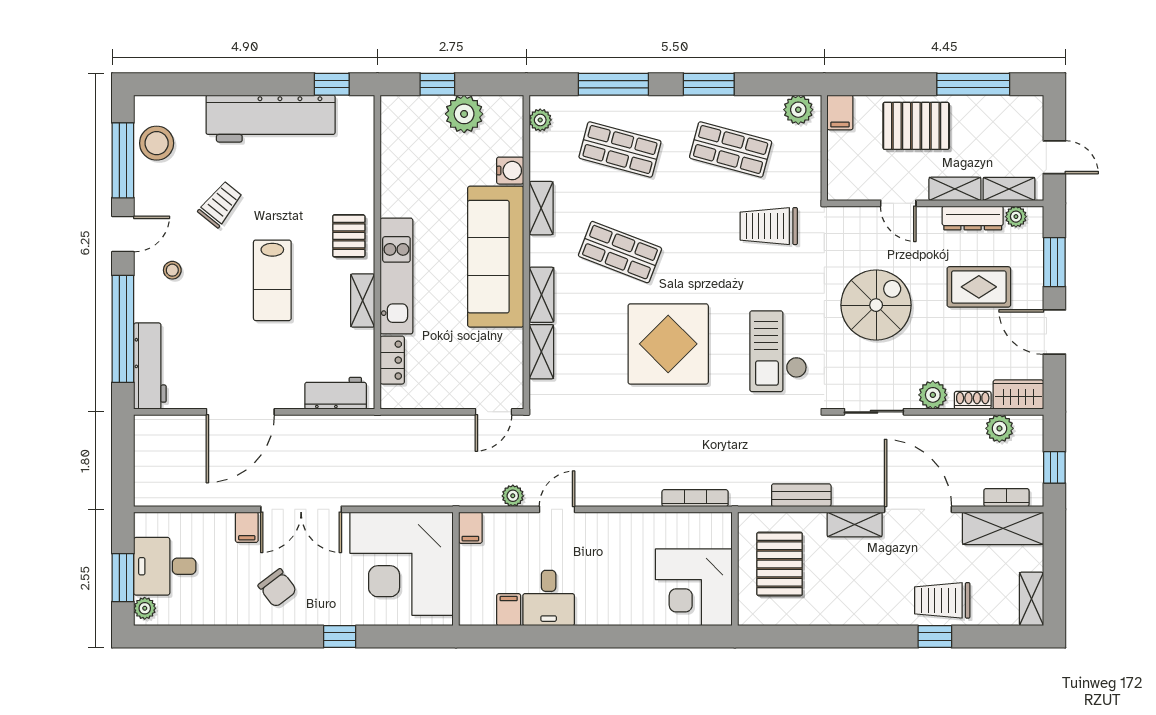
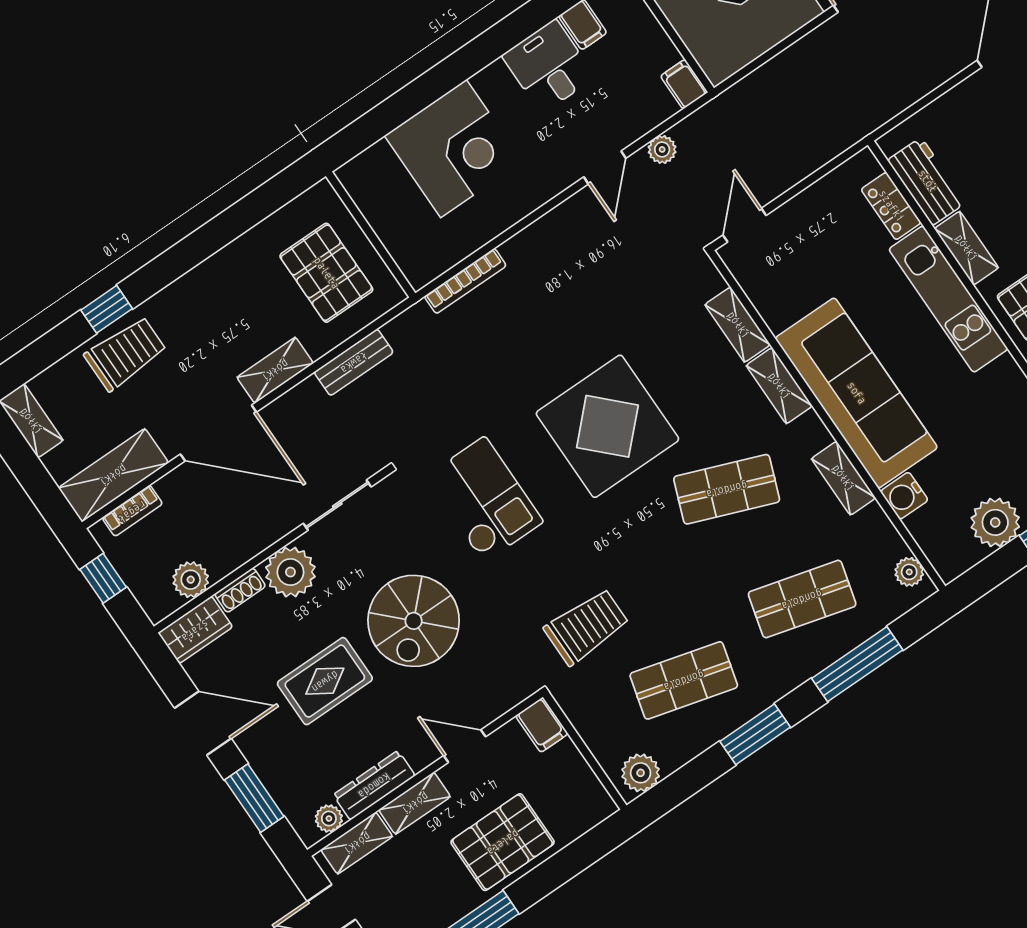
filing cabinet: (840, 112) -> (542, 725), moved, turned 180
rug: (979, 287) -> (325, 681), moved
workbench: (336, 393) -> (927, 181), moved, turned -90
plant: (933, 395) -> (290, 572), width x1.36, depth x1.36
corner desk: (694, 587) -> (453, 149), moved, turned 90

